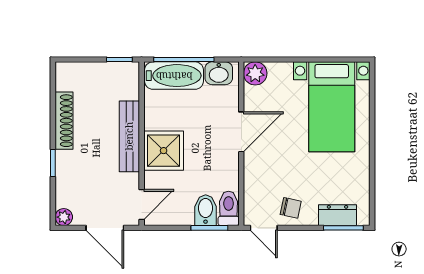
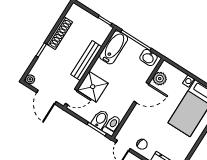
plant: (255, 73) -> (160, 79), moved
bathtub: (174, 76) -> (114, 47), moved, turned -90
shower: (164, 151) -> (93, 87), moved

